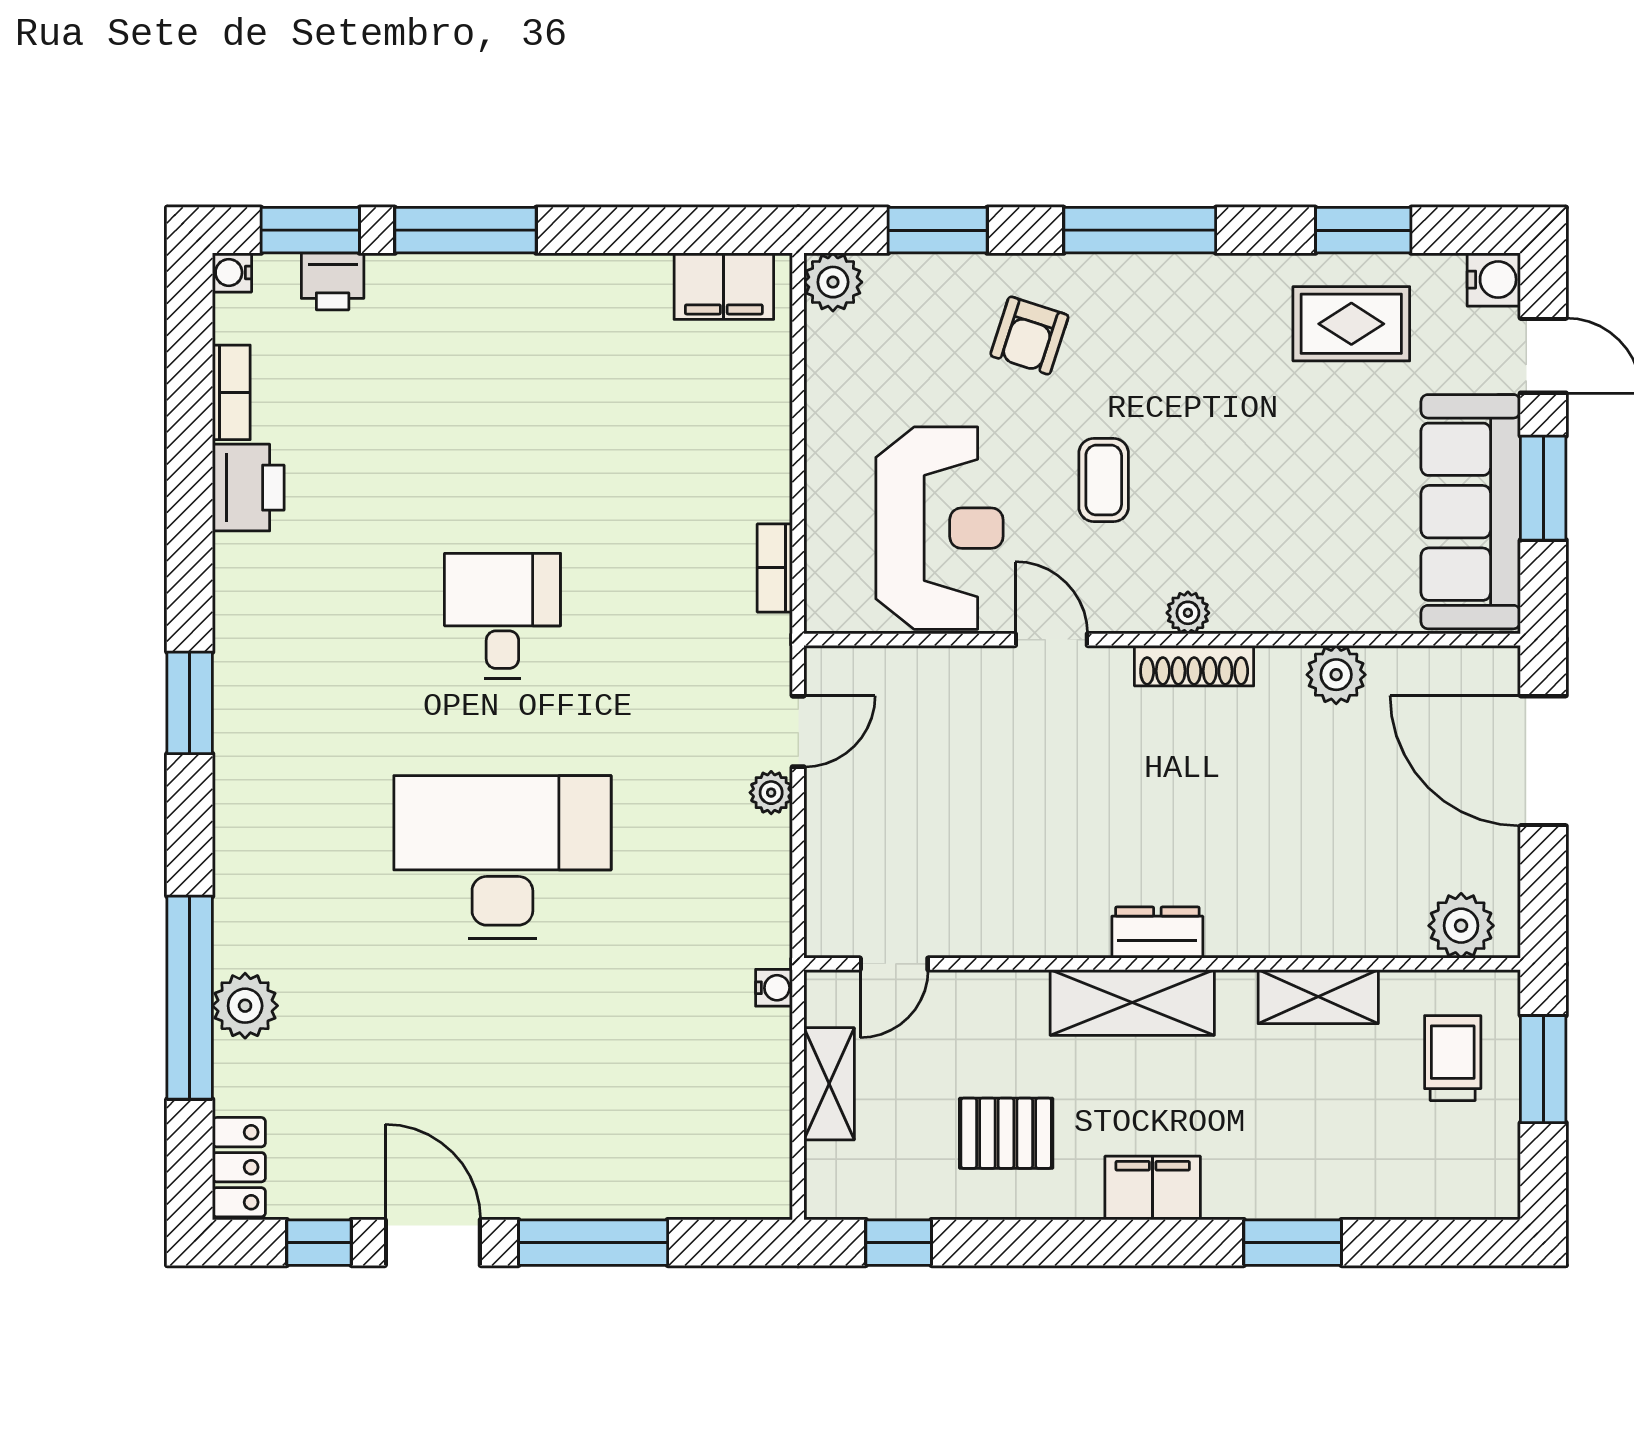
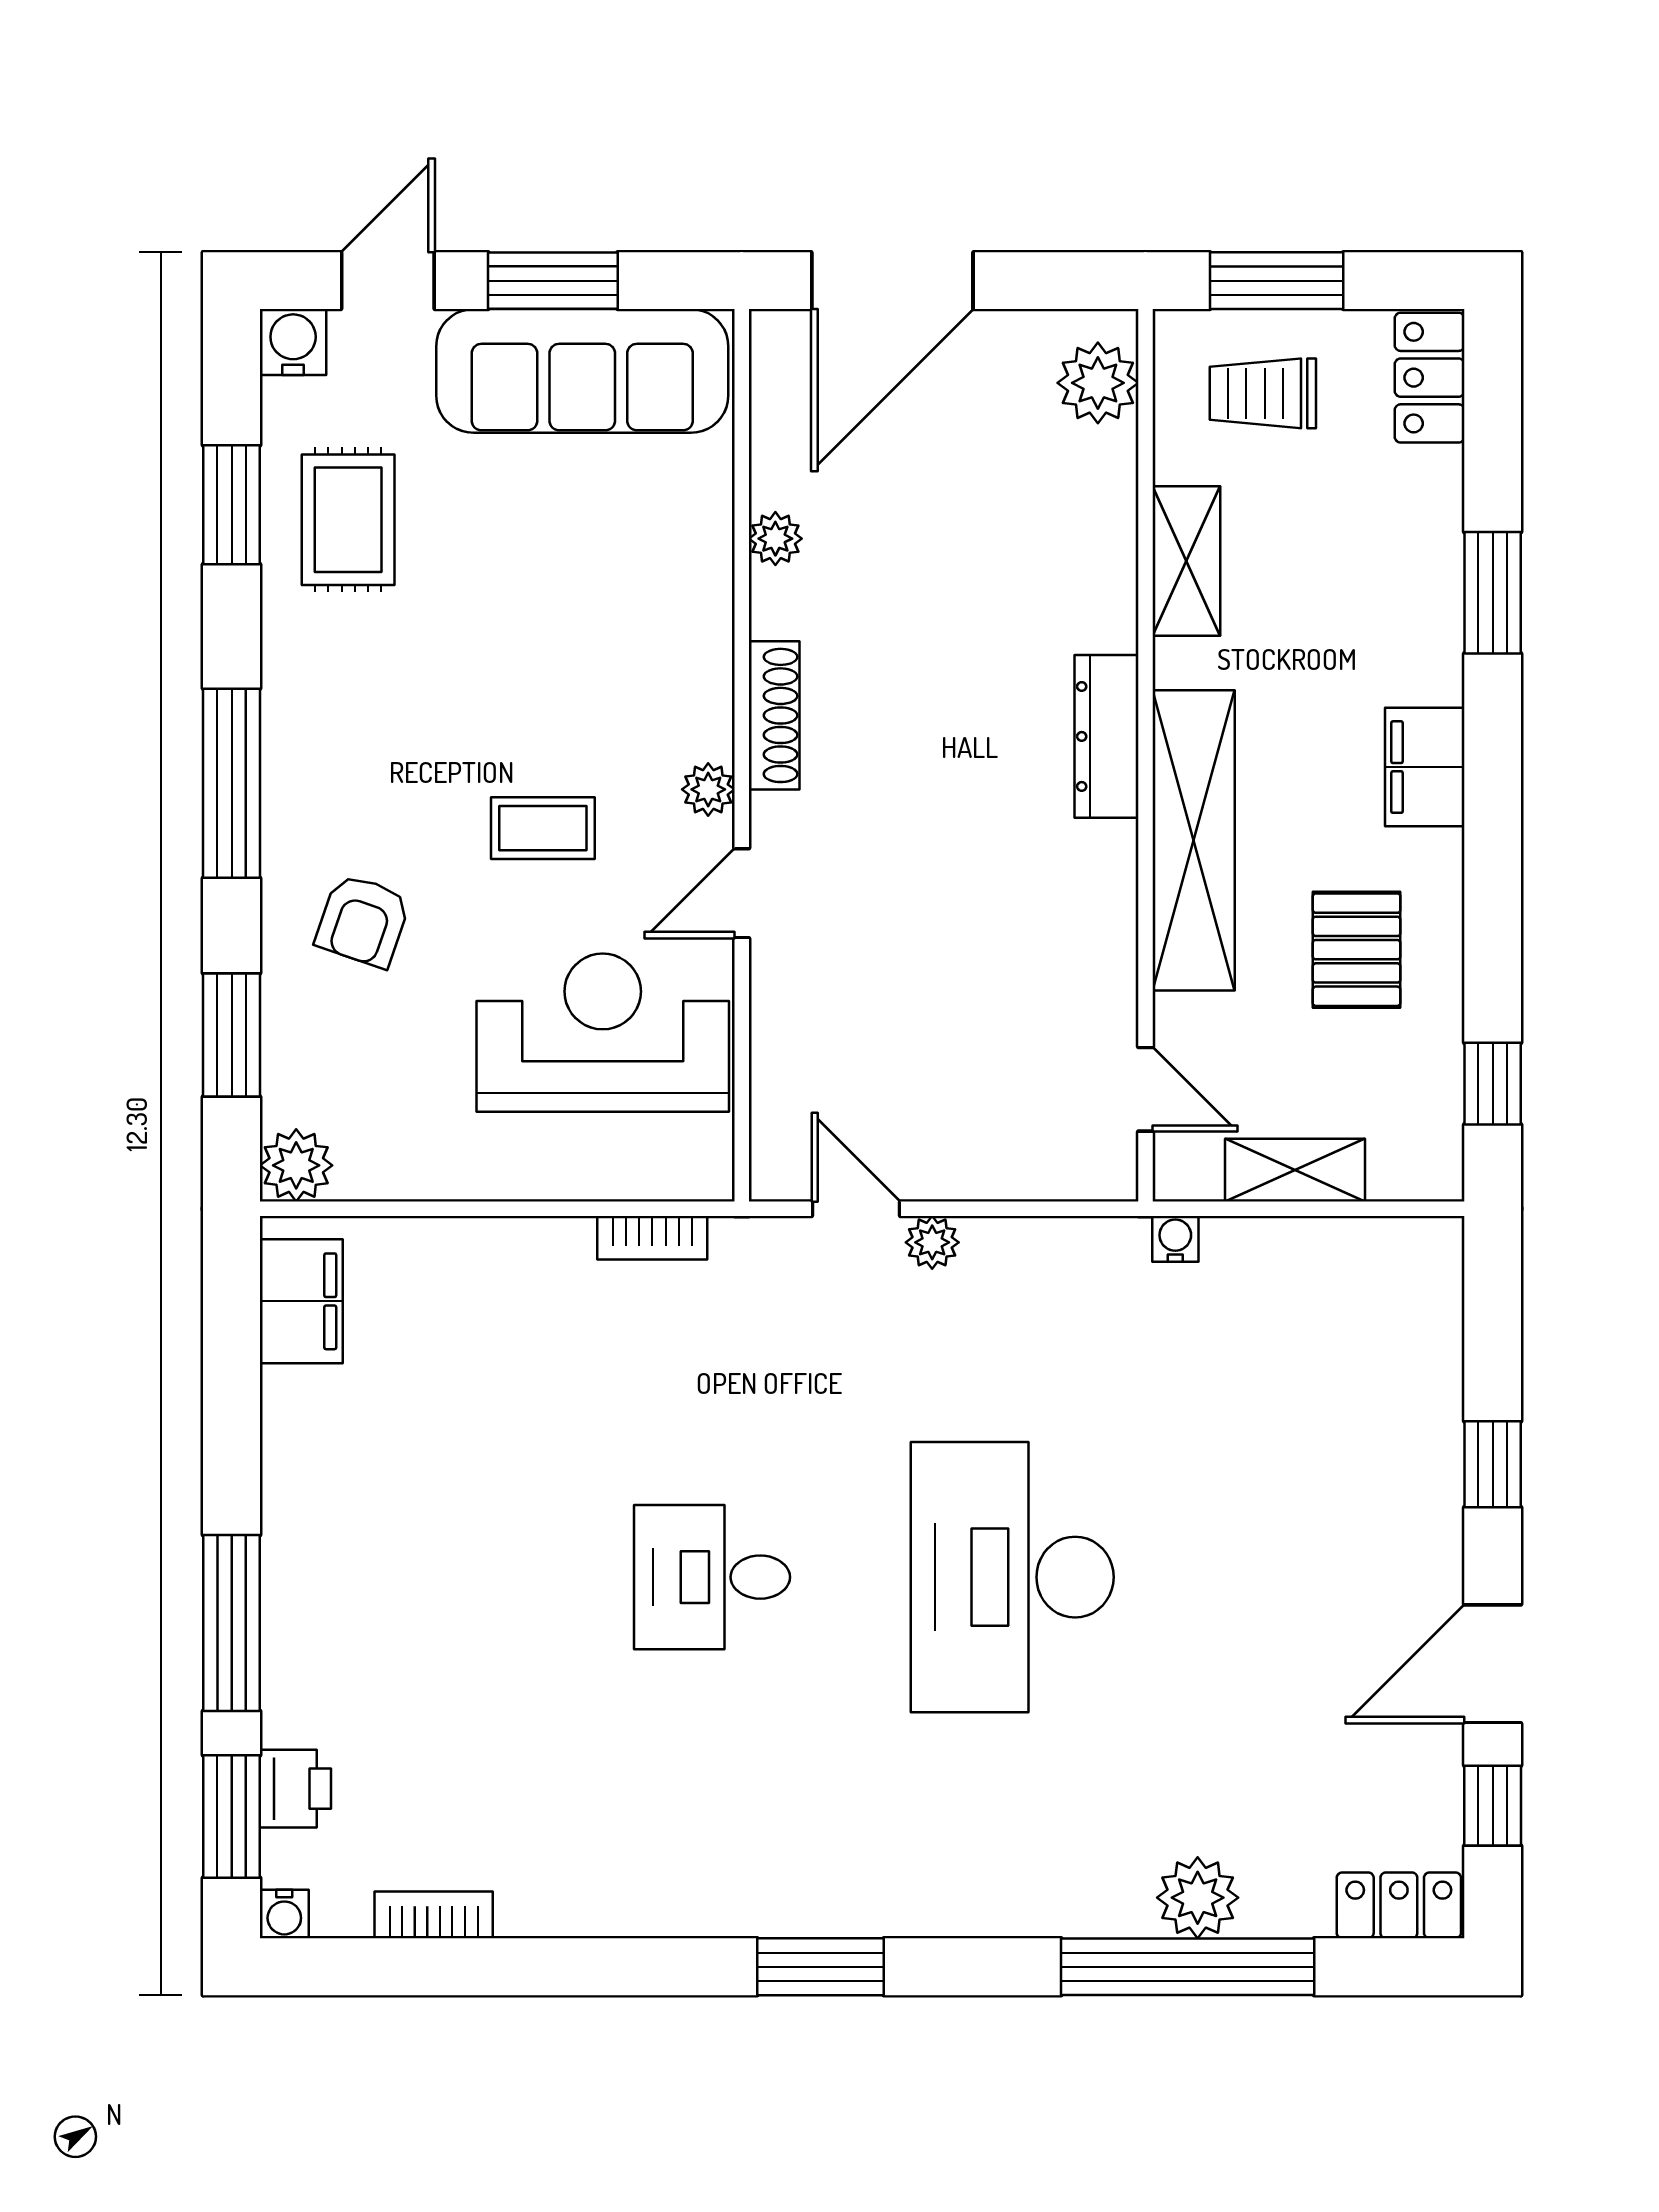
armchair: (1029, 336) -> (363, 921), turned 91
printer: (248, 488) -> (552, 1894), removed
plant: (1188, 613) -> (708, 789), moved
plant: (1336, 675) -> (775, 539), width x0.73, depth x0.73
dresser: (1157, 933) -> (1107, 736), width x1.44
shelving: (1132, 1002) -> (1194, 840), width x1.47
locker: (1465, 1192) -> (1430, 378), added
window: (593, 1243) -> (1493, 1464), width x0.46

